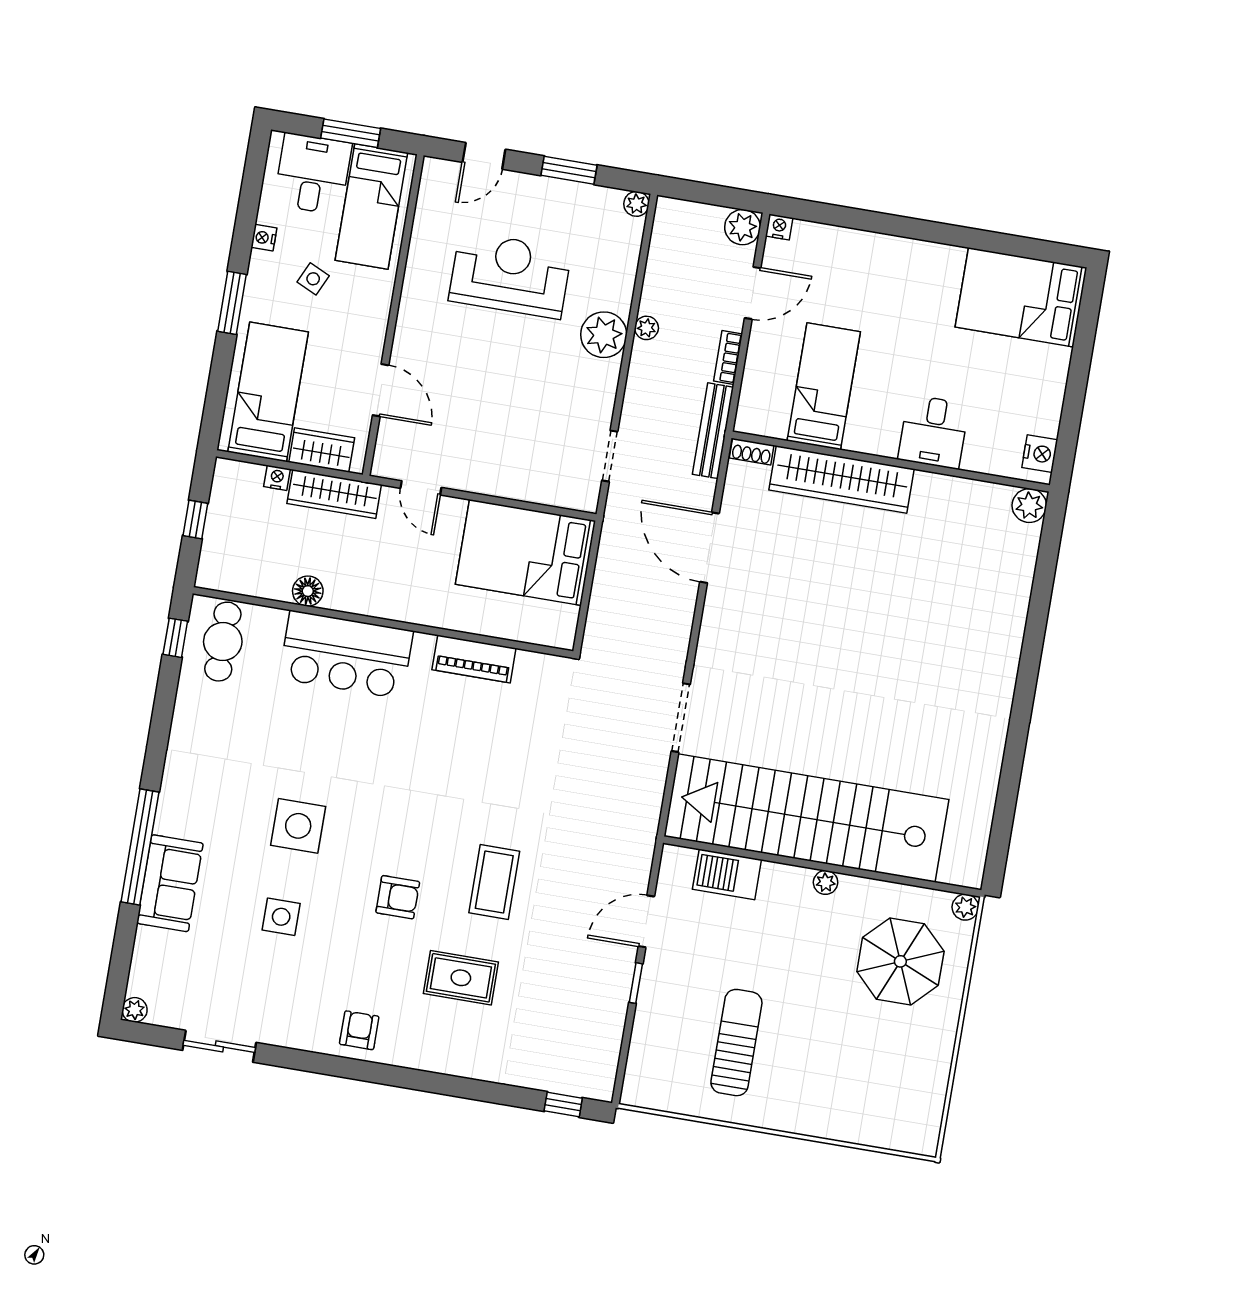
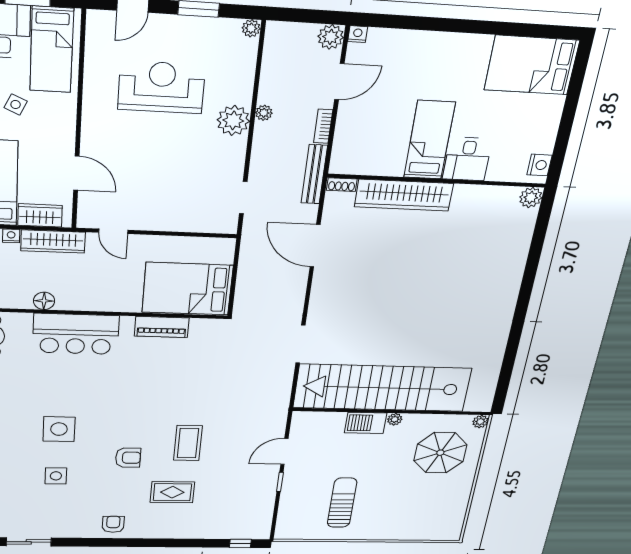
bed: (824, 386) -> (429, 140), moved
bed: (525, 552) -> (187, 289), moved
barbecue: (727, 874) -> (366, 423), moved

